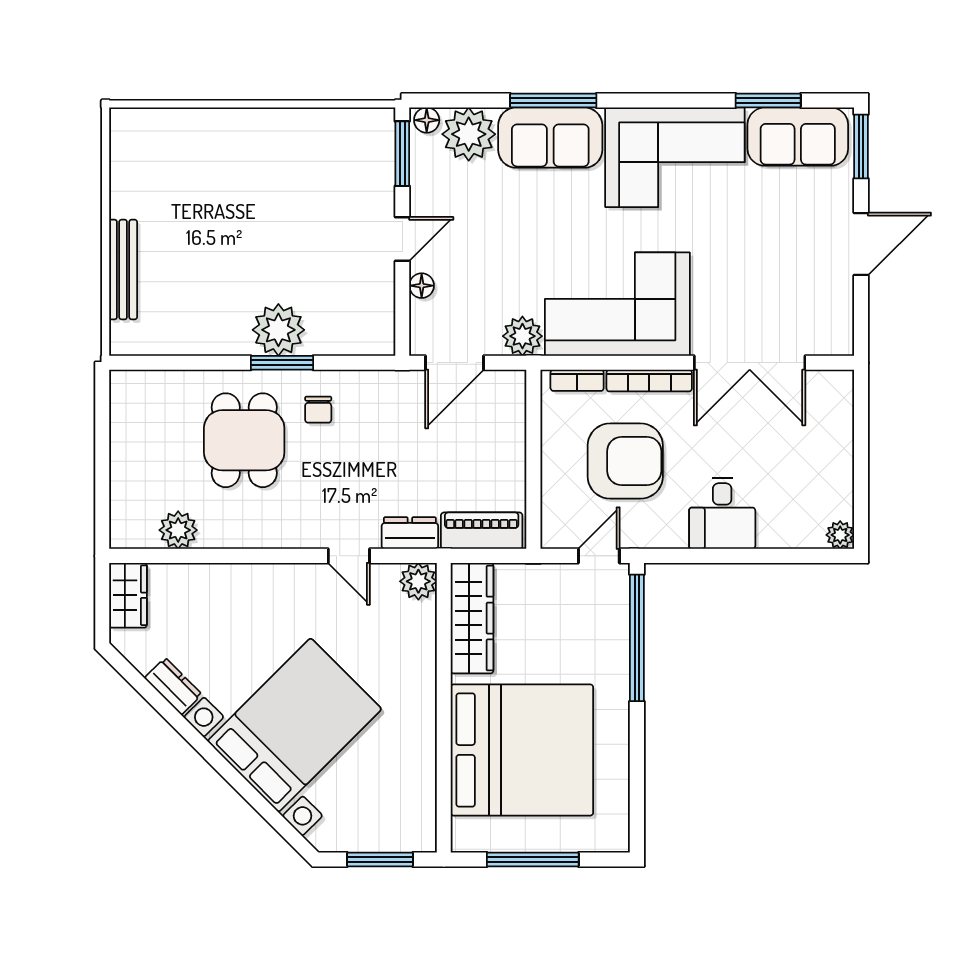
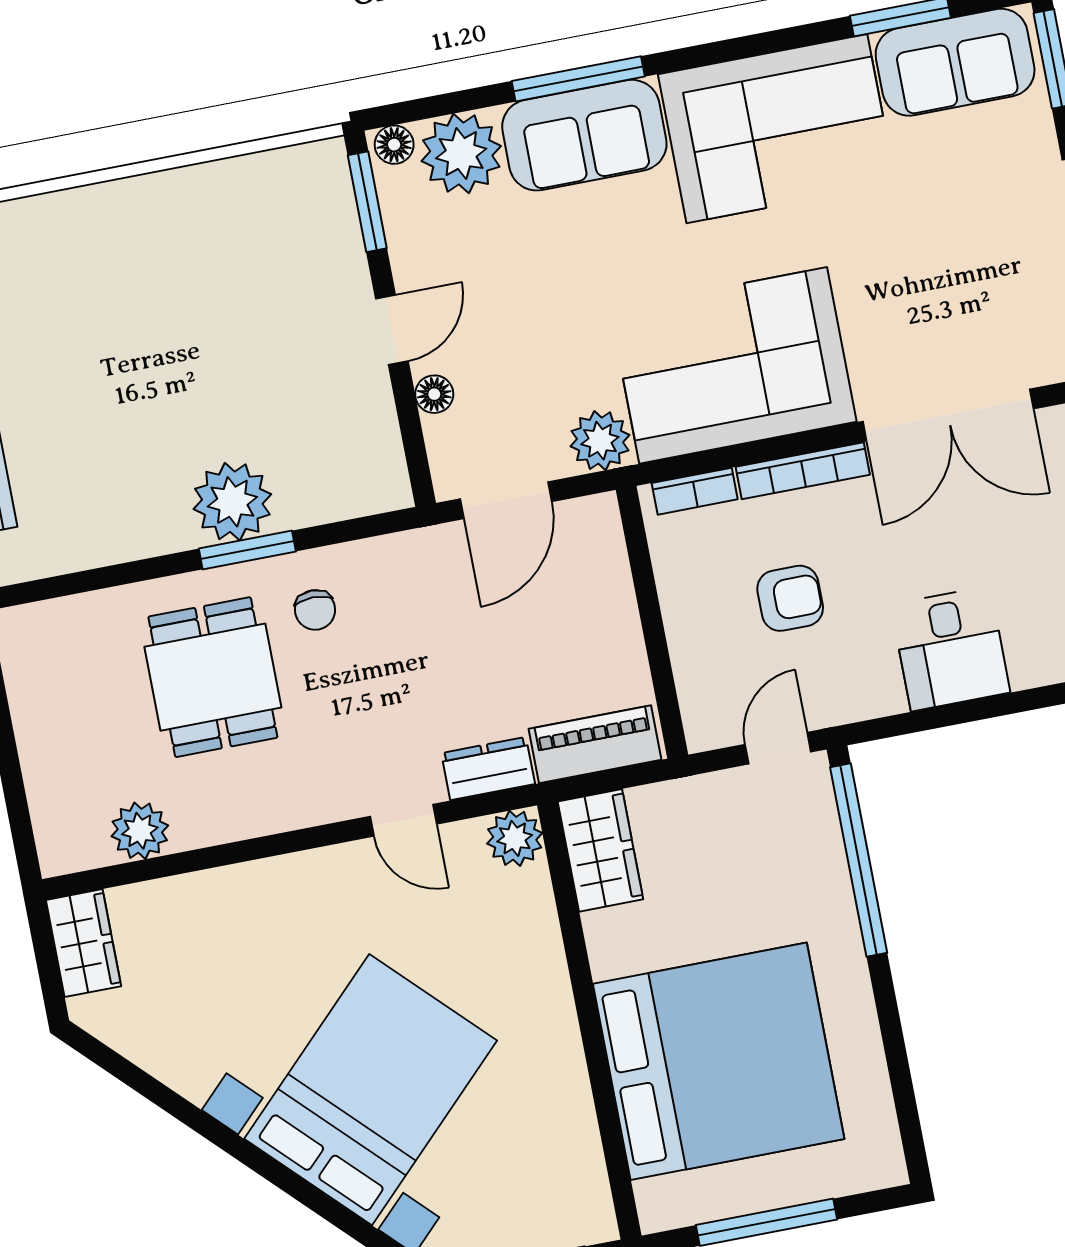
armchair: (625, 461) -> (790, 598), width x0.53, depth x0.53
wardrobe: (472, 618) -> (600, 850), width x0.67
dresser: (173, 686) -> (177, 1066), removed

